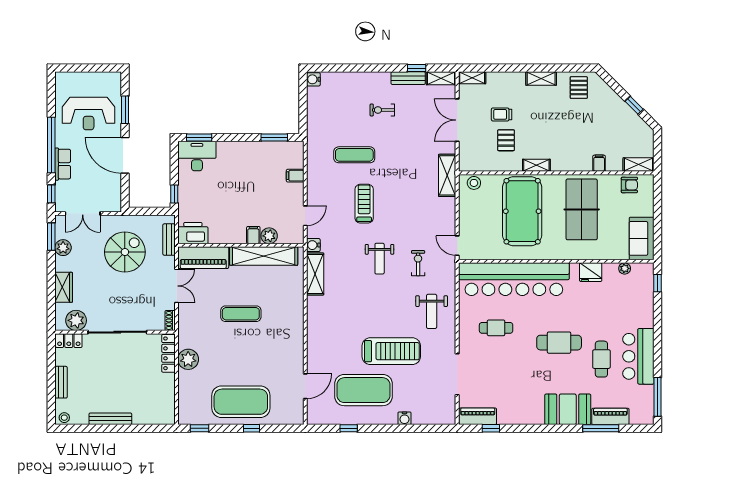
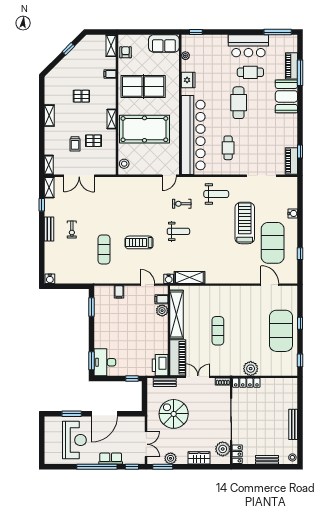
bench: (408, 78) -> (49, 229), moved
pallet: (579, 88) -> (81, 96), moved
shelving: (447, 175) -> (119, 183), removed
filing cabinet: (253, 235) -> (162, 299), moved

